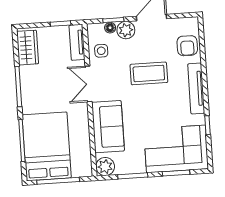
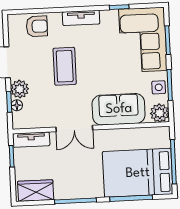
side table: (101, 51) -> (159, 87), moved
tv unit: (196, 88) -> (81, 18), width x0.71

